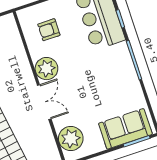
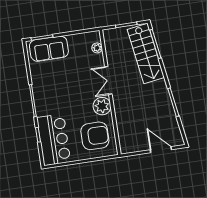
armchair: (49, 30) -> (95, 136), width x1.88, depth x1.88
plant: (71, 139) -> (97, 48), width x0.53, depth x0.53

